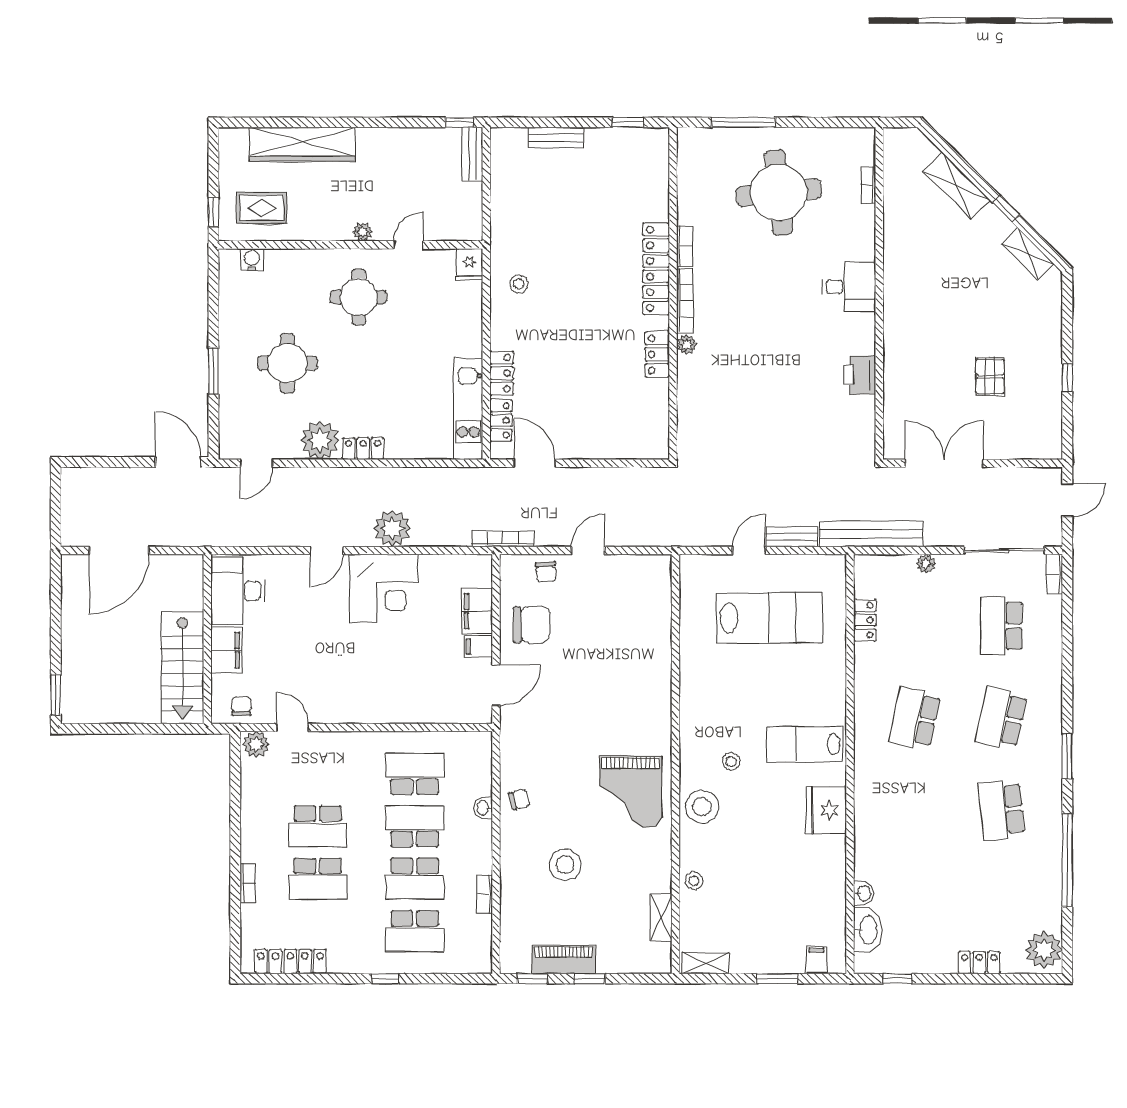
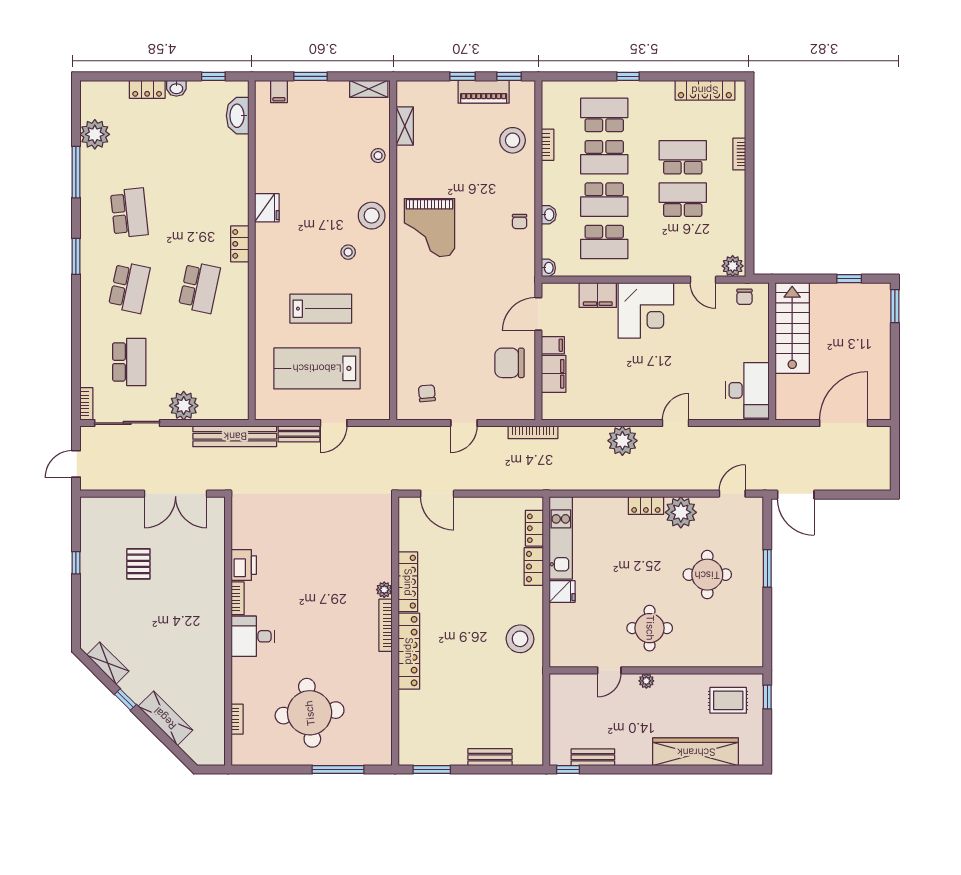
window: (628, 122) -> (432, 770), width x1.50
bench: (472, 154) -> (593, 757), moved, turned 90
bookcase: (685, 246) -> (238, 598), moved, turned 180
water cooler: (252, 260) -> (736, 658), removed
fridge: (469, 264) -> (562, 591), moved, turned 90
stool: (519, 284) -> (520, 639), width x1.89, depth x1.89
locker: (657, 354) -> (408, 582), width x1.53
door: (535, 463) -> (437, 494), moved
plant: (926, 564) -> (184, 406), width x1.88, depth x1.88
chair: (546, 572) -> (427, 393), moved
corner desk: (384, 589) -> (646, 310), moved, turned 180
locker: (865, 620) -> (240, 244), moved
filing cabinet: (226, 650) -> (598, 295), moved, turned -90
window: (112, 729) -> (849, 279), added
washbasin: (484, 742) -> (548, 268), added
lab bench: (805, 744) -> (321, 309), moved
grand piano: (631, 792) -> (429, 228), turned 180
chair: (519, 799) -> (520, 221), turned -75
fridge: (826, 810) -> (267, 208), width x0.73, depth x0.75
window: (1067, 860) -> (76, 172), width x0.68
stool: (565, 865) -> (513, 140), moved
school desk: (415, 879) -> (604, 157), turned 180
washbasin: (864, 893) -> (176, 88), moved, turned -90
plant: (1044, 950) -> (95, 134), moved

